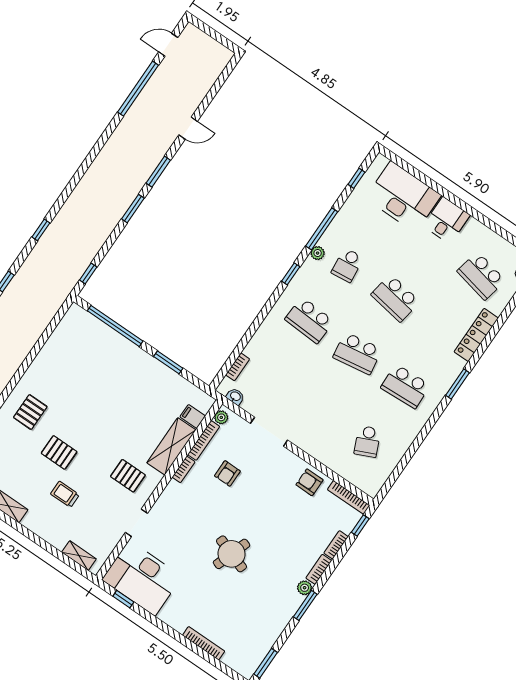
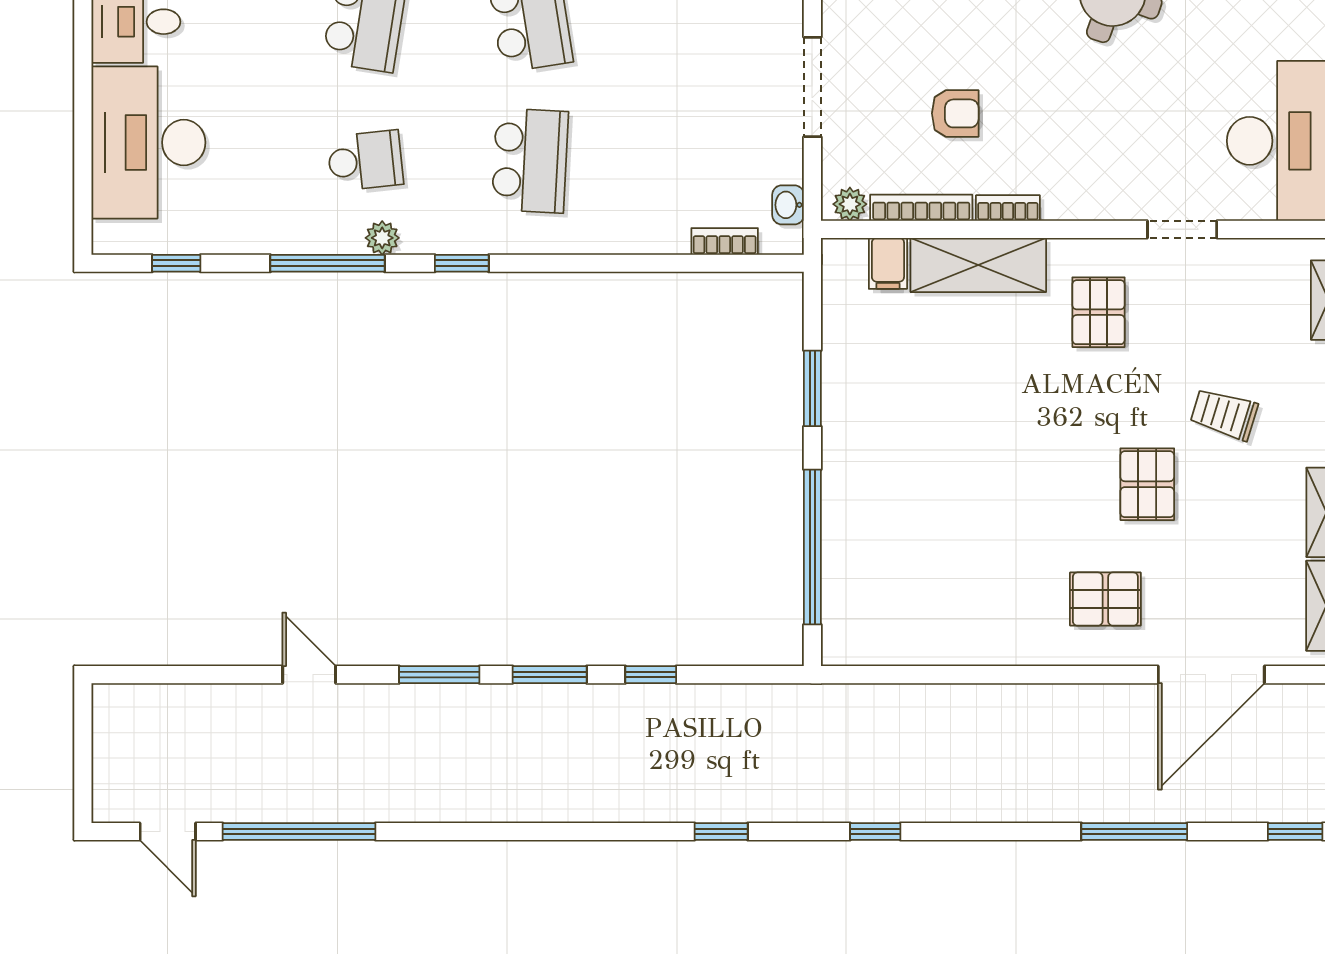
window: (88, 274) -> (651, 675), moved
trolley: (65, 494) -> (1224, 414), turned 107

